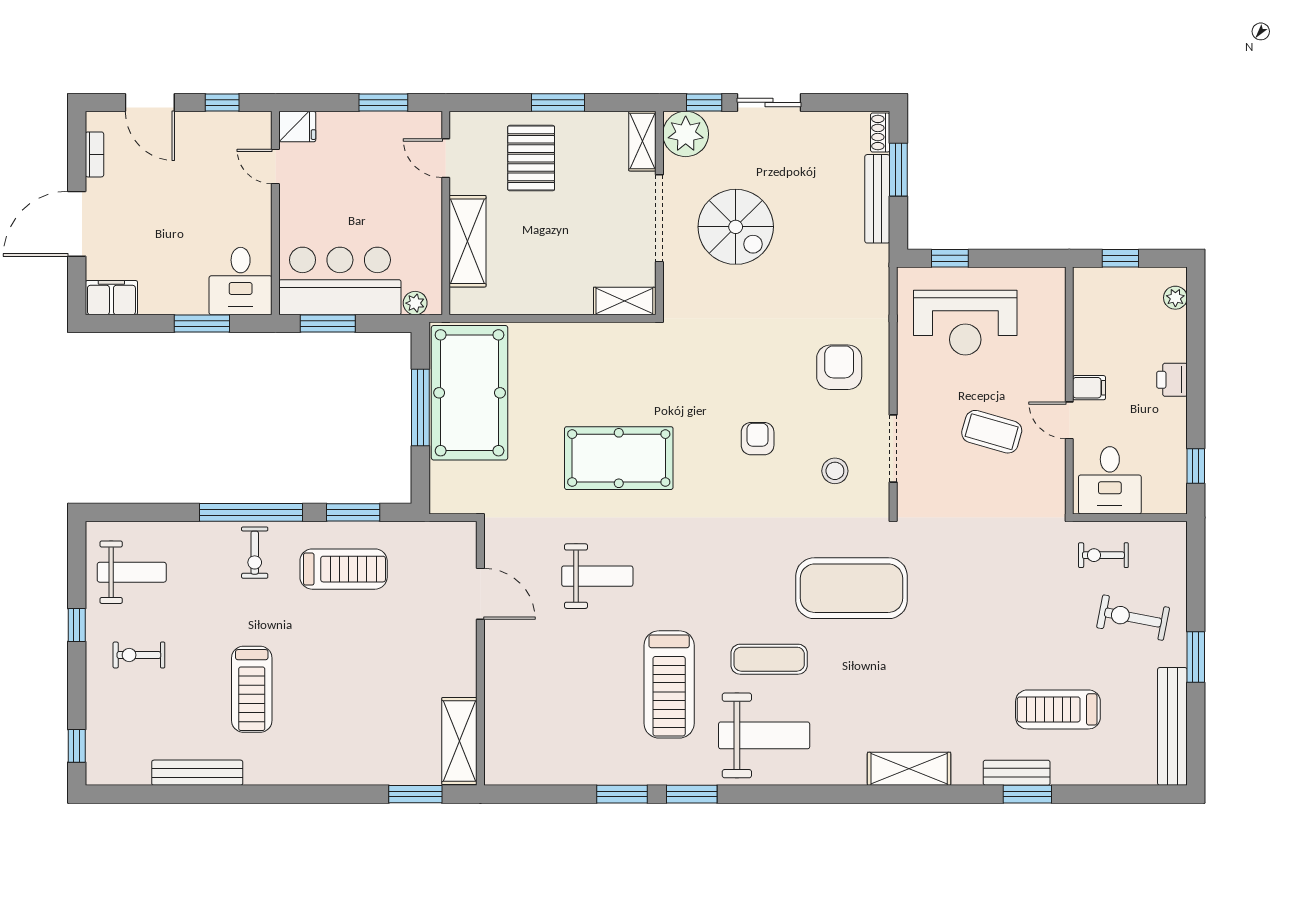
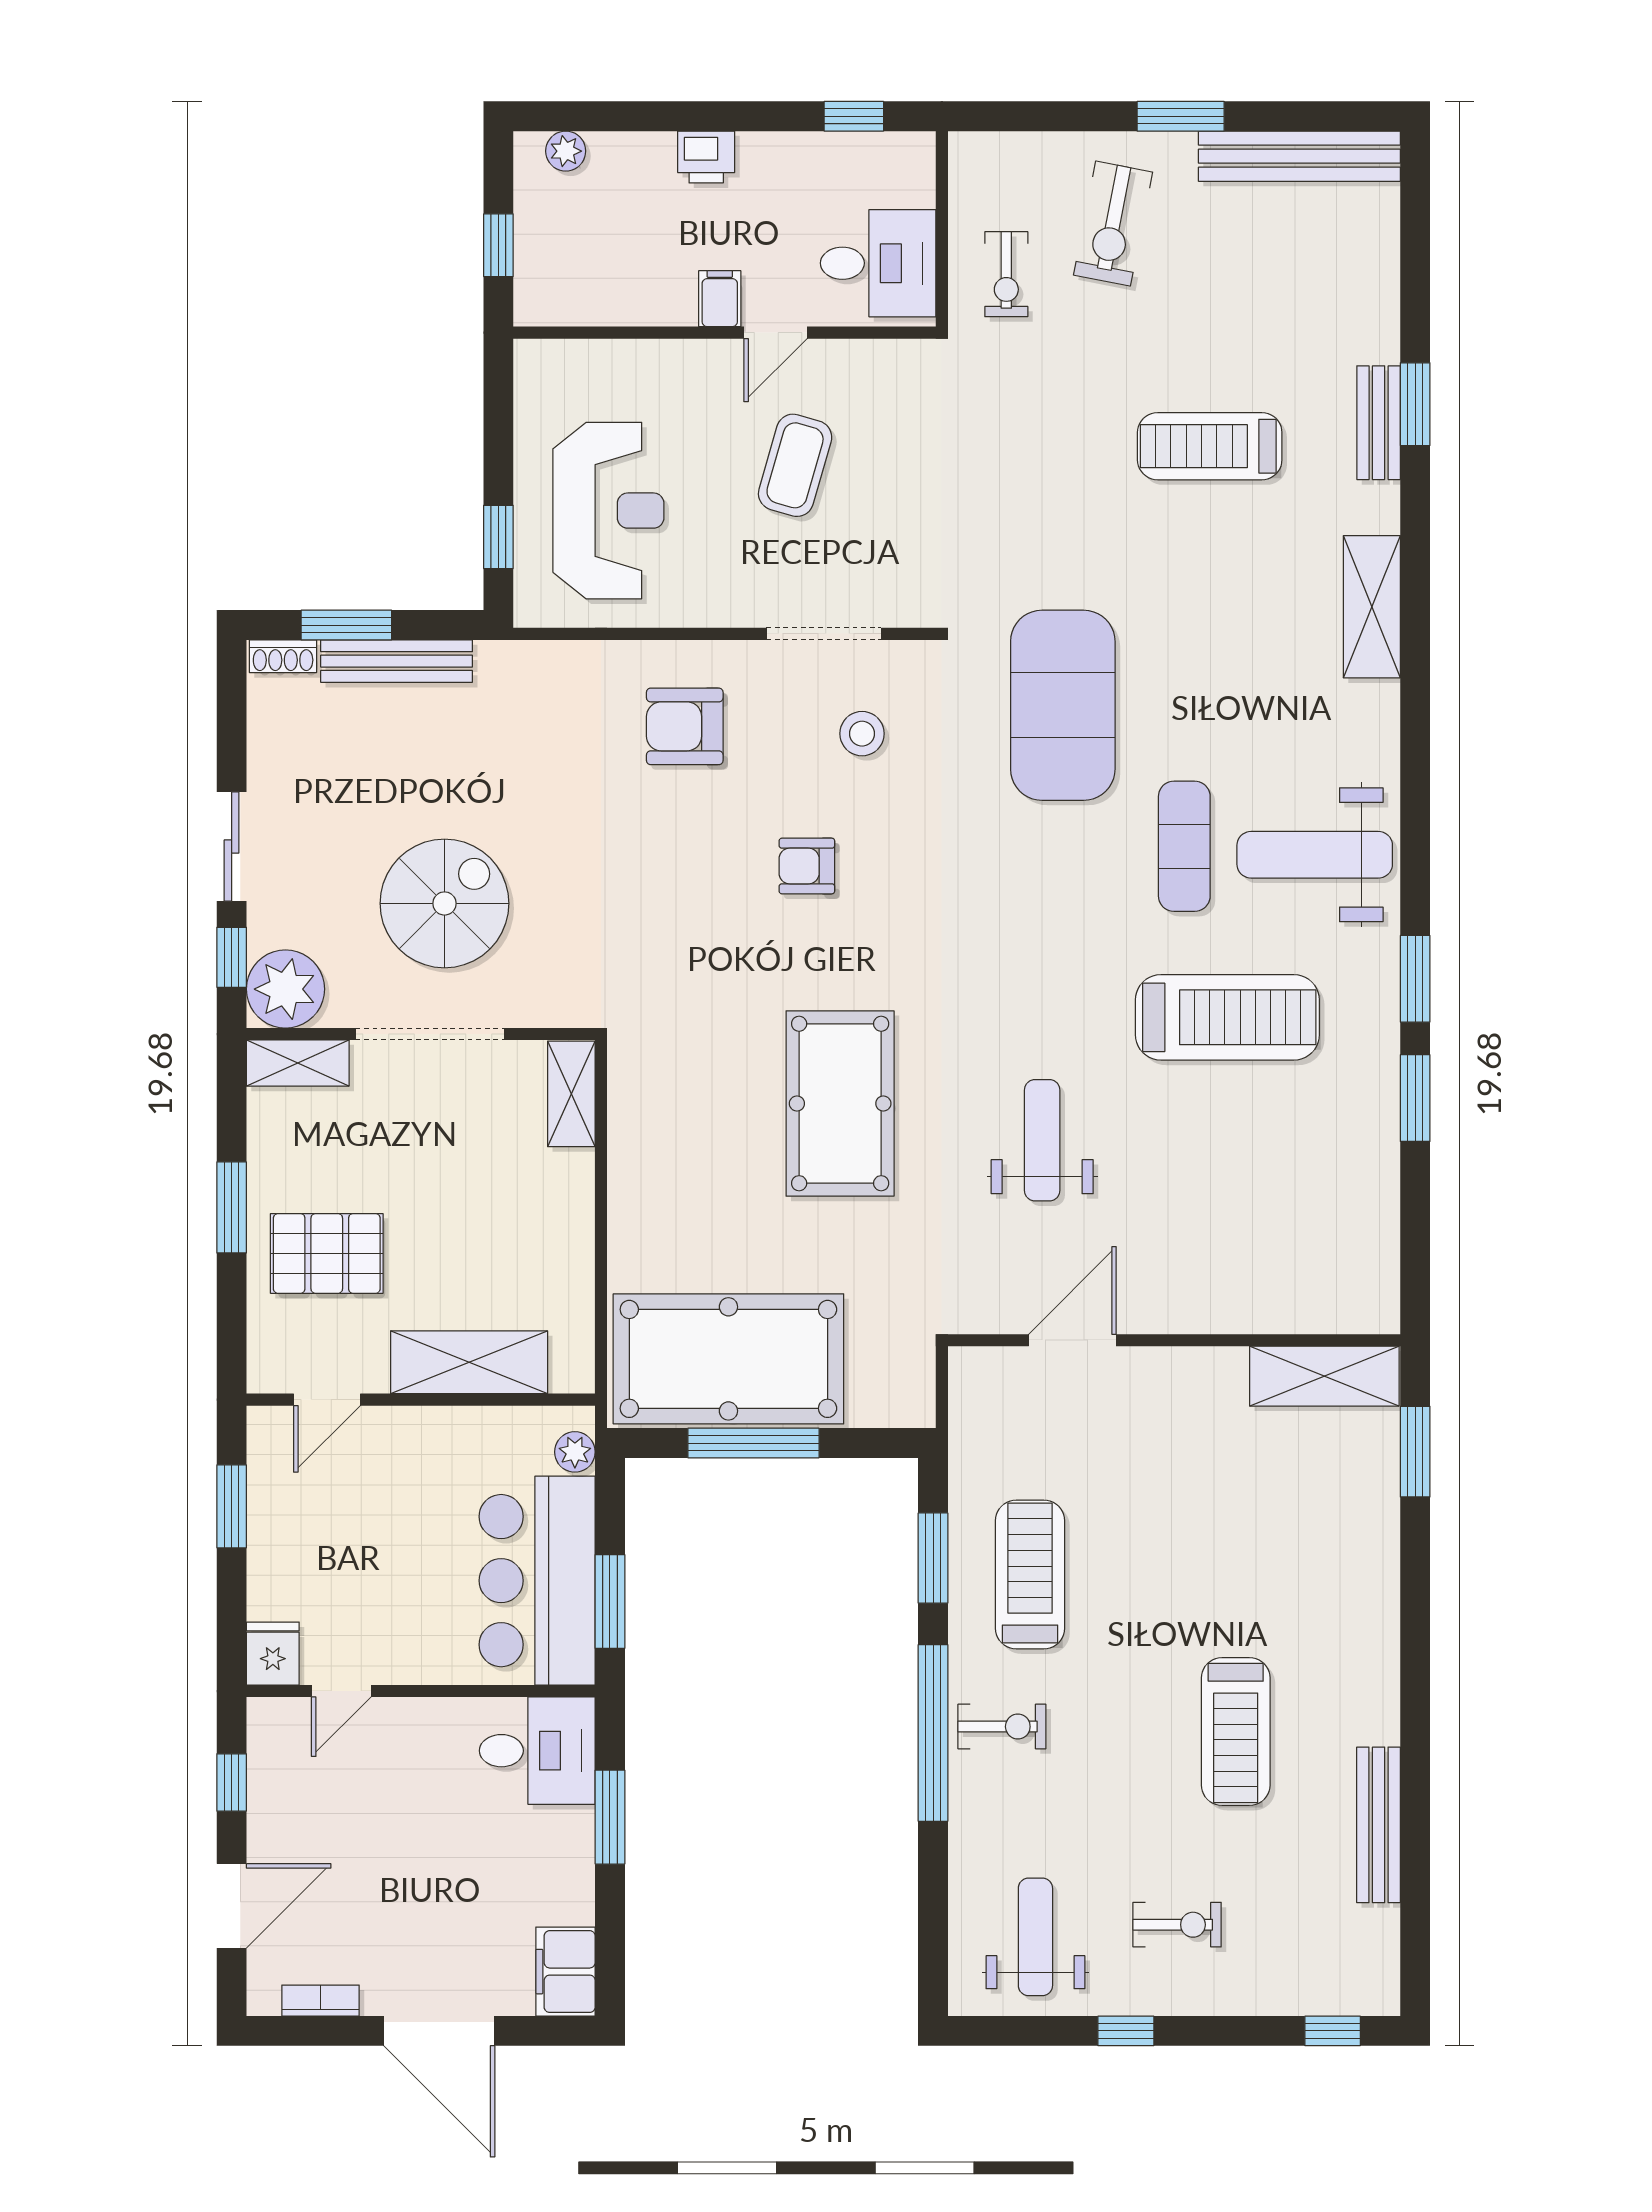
exercise bike: (139, 655) -> (1177, 1925), turned -90
treadmill: (252, 689) -> (1236, 1732), turned 90
treadmill: (1058, 709) -> (1210, 446), moved, turned 90
weight bench: (764, 735) -> (1315, 855), turned -90

